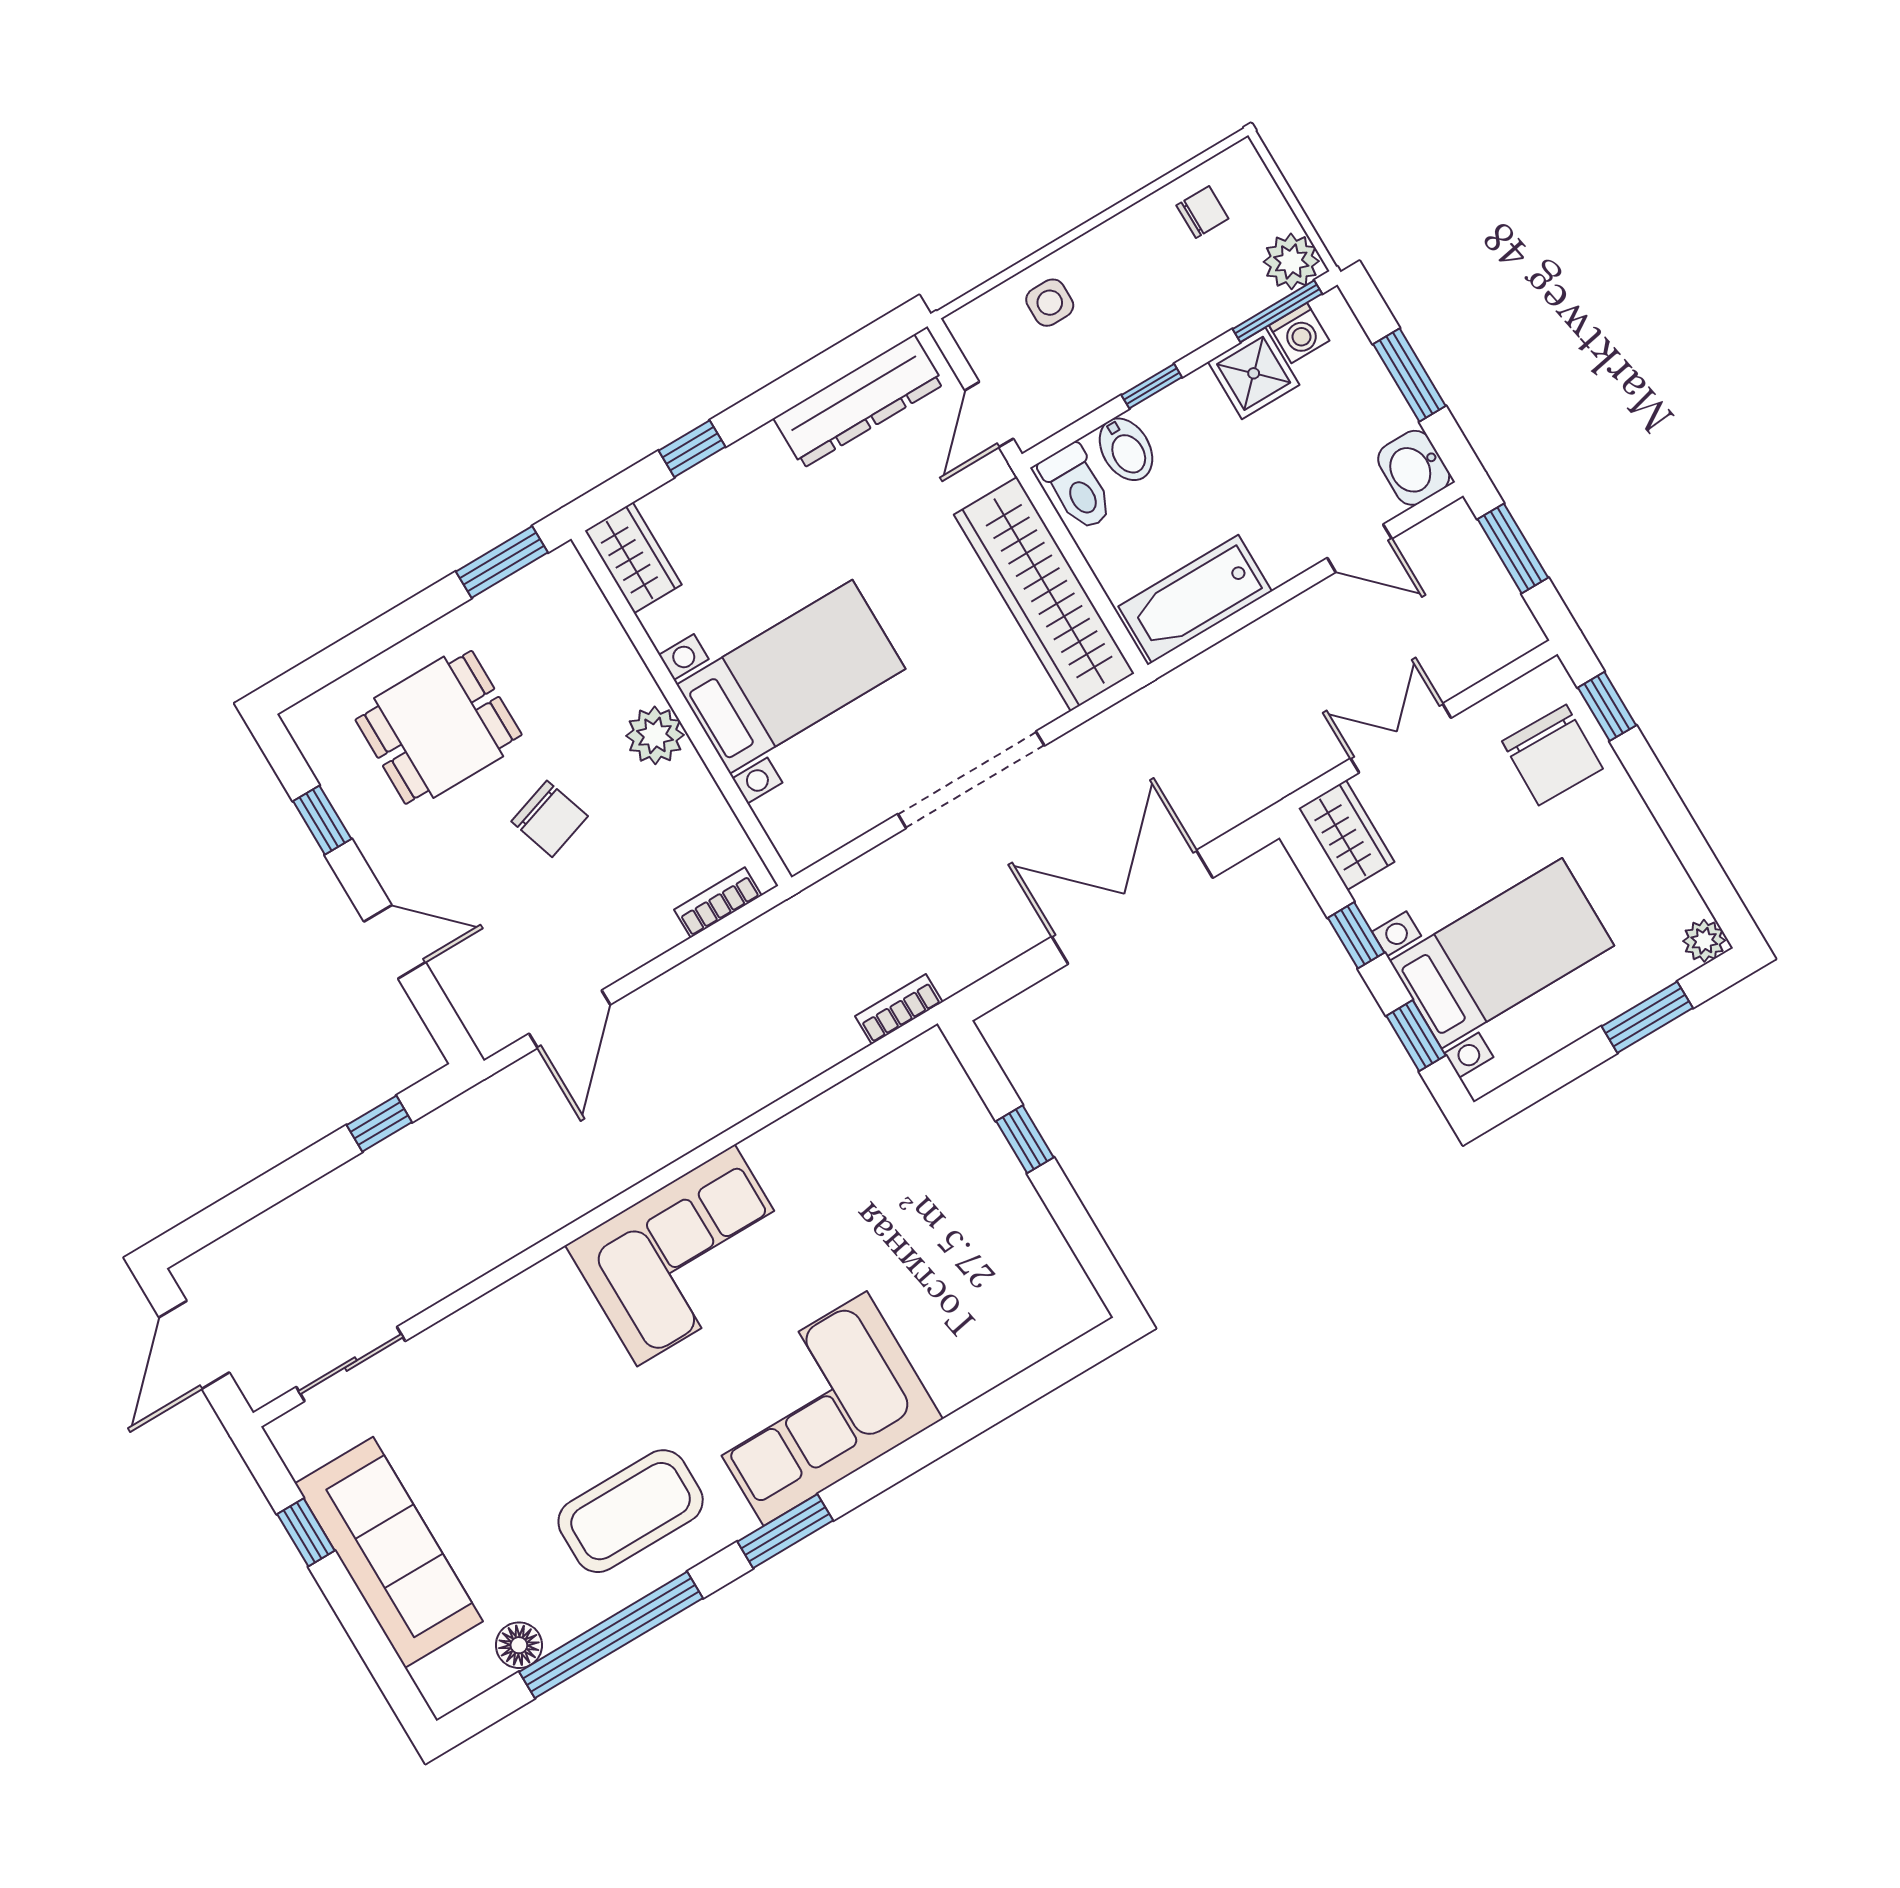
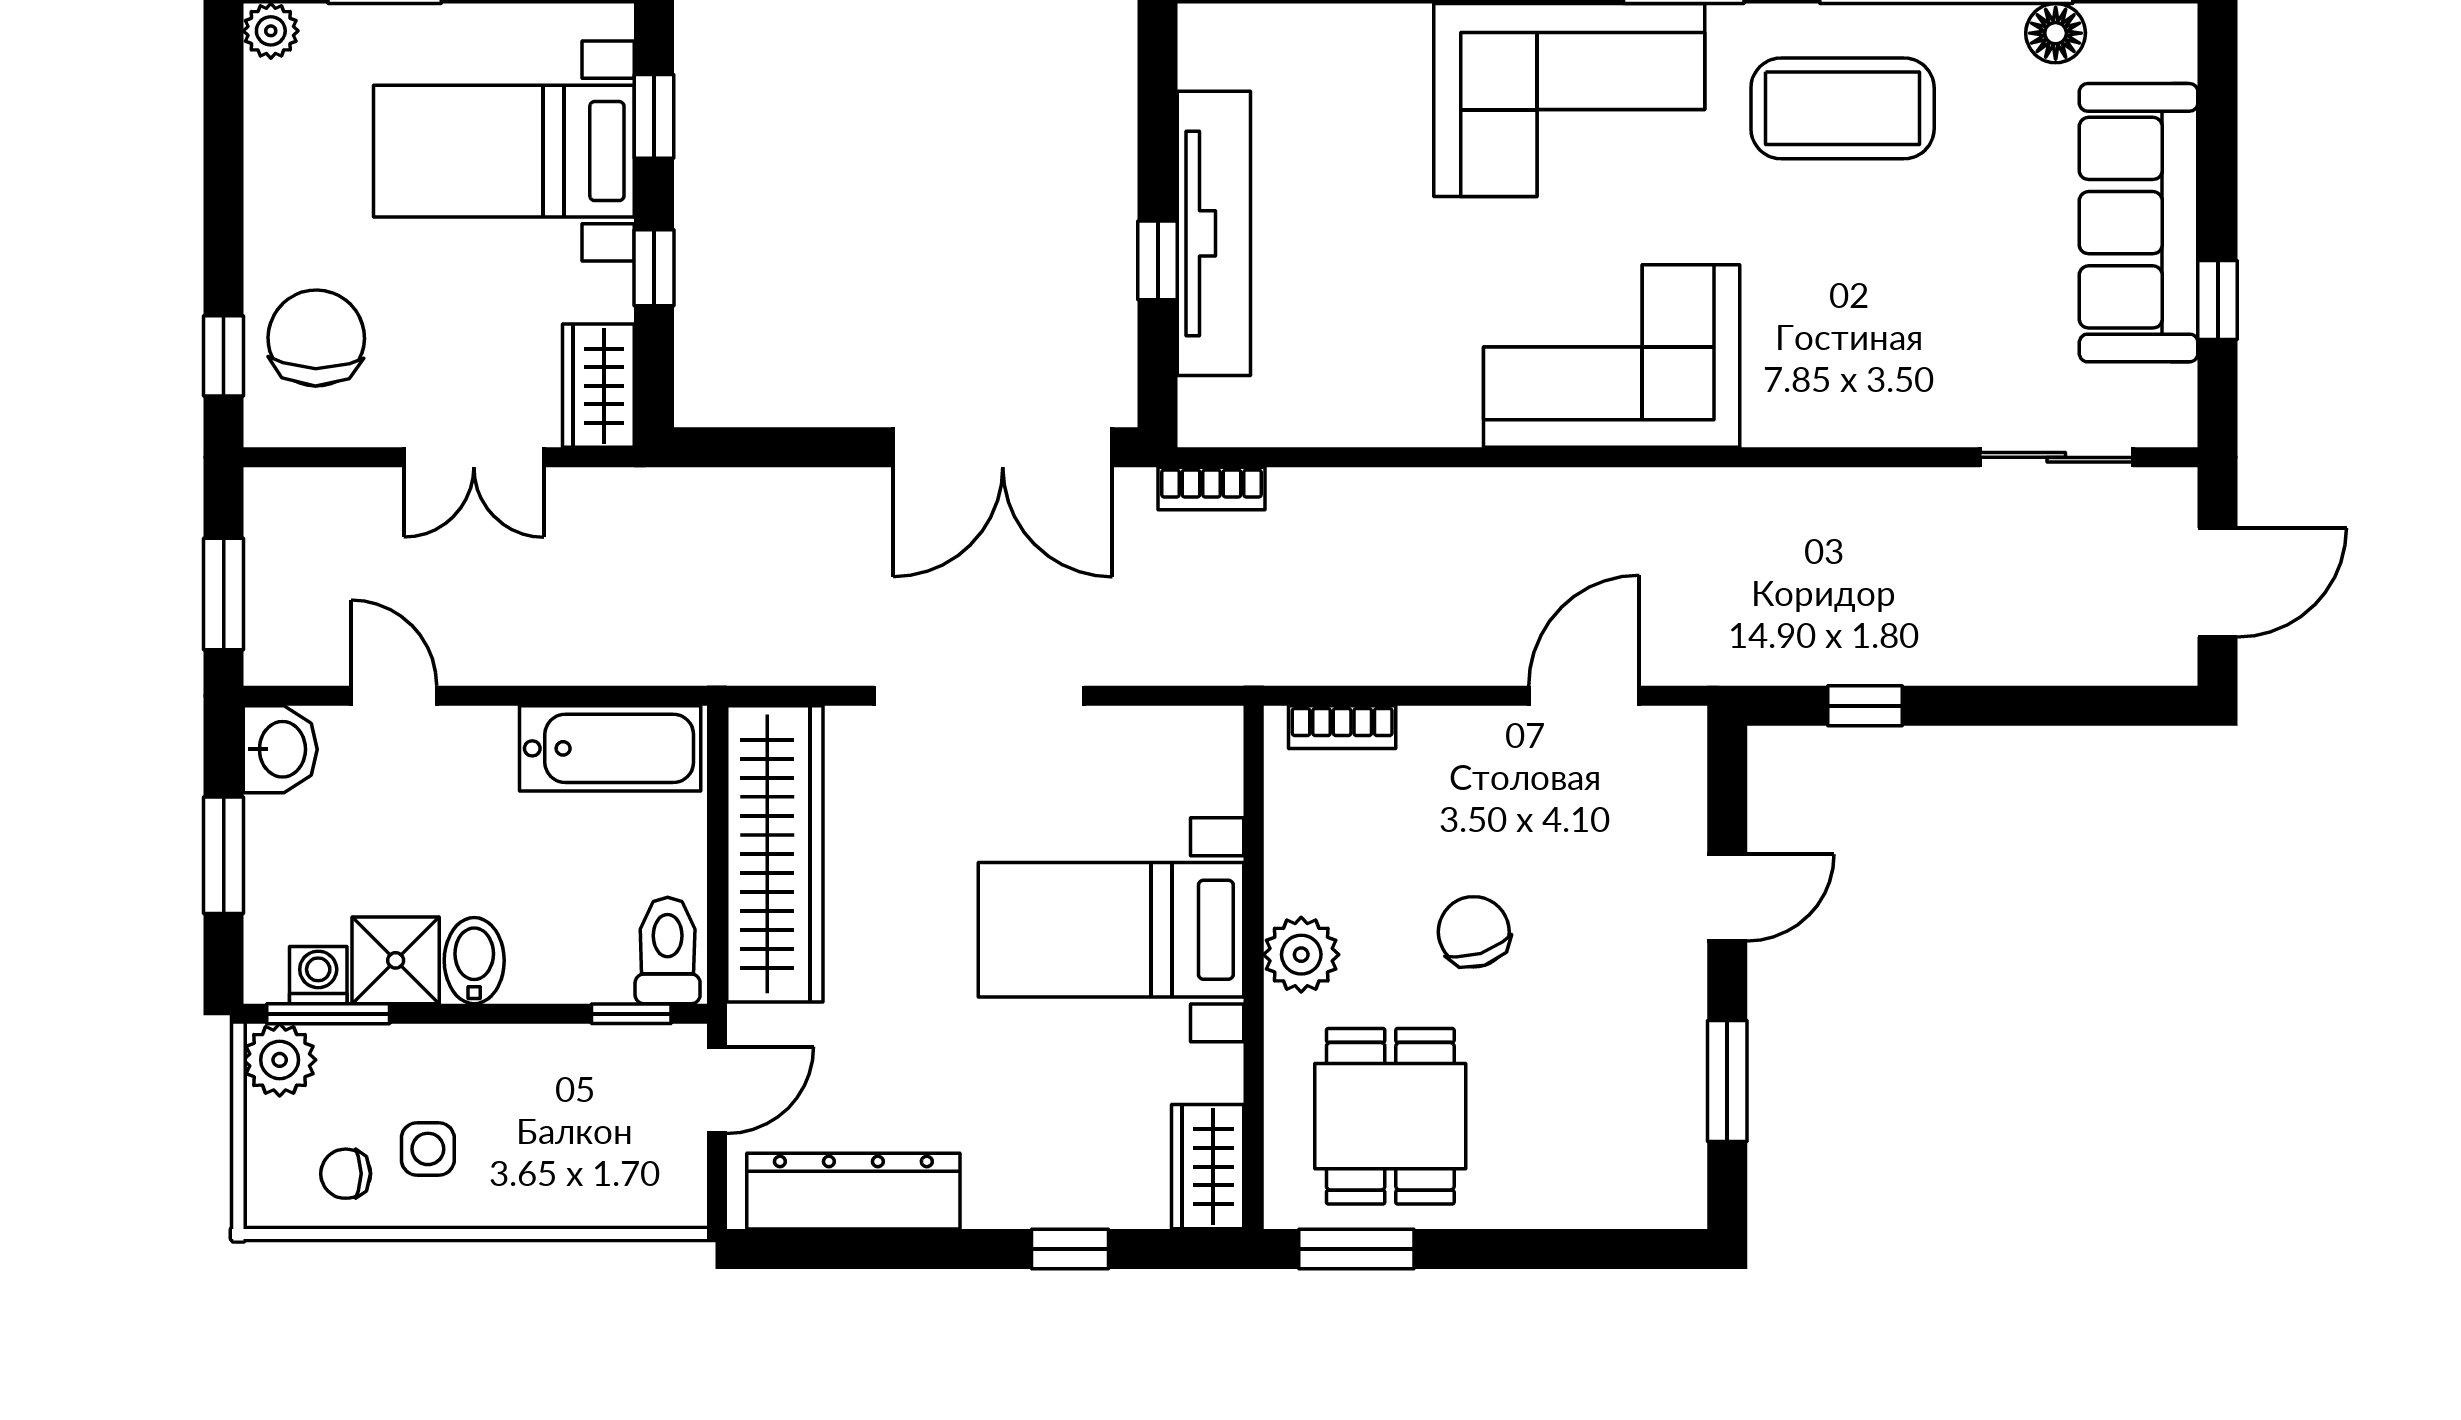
side table: (1050, 303) -> (428, 1149), moved
window: (1152, 386) -> (631, 1014), moved
bidet: (1126, 449) -> (474, 961), moved
dining table: (439, 727) -> (1390, 1116), moved, turned 90
window: (322, 820) -> (1727, 1081), width x1.50
double door: (1132, 907) -> (1003, 447), moved
door: (395, 942) -> (1727, 898), swing flipped
tv unit: (998, 1179) -> (1214, 233), added

